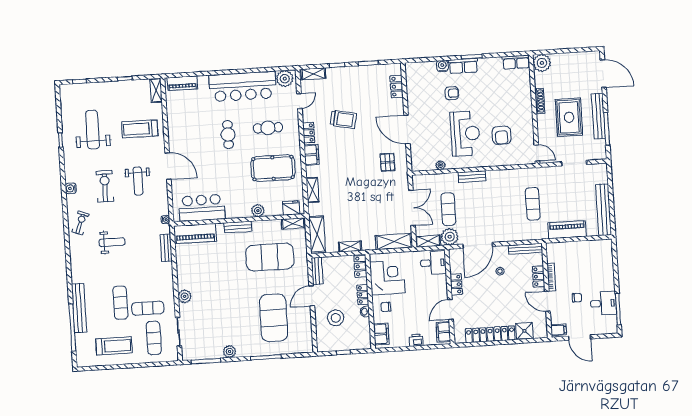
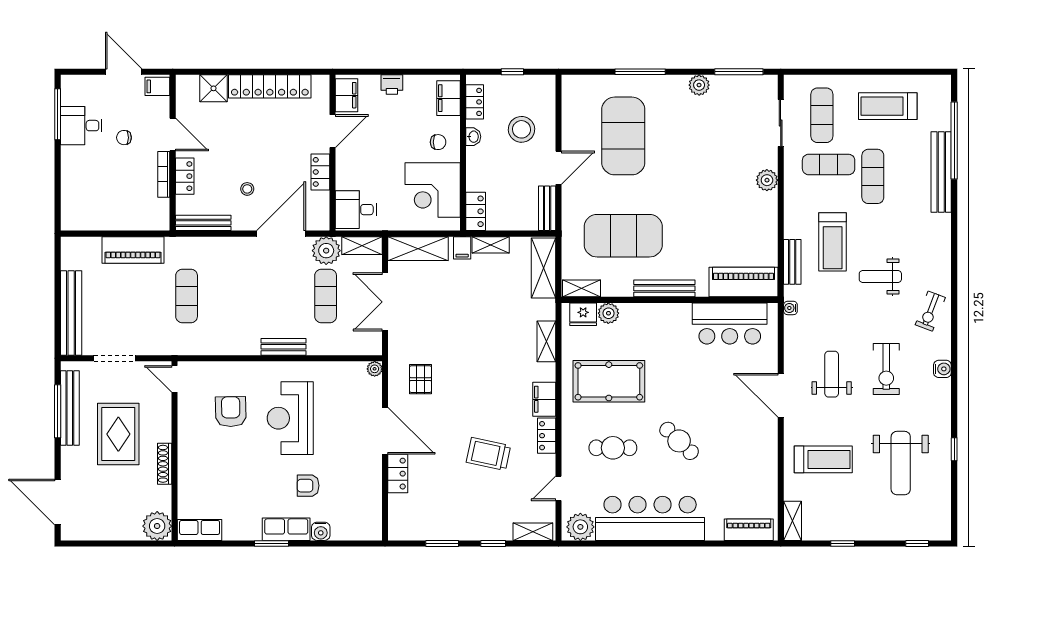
locker: (397, 87) -> (398, 474), moved
bench: (598, 116) -> (70, 408), moved
cafe table: (228, 135) -> (679, 441), turned -46
plant: (441, 165) -> (375, 369), moved
bench: (604, 210) -> (71, 313), moved
plant: (258, 211) -> (608, 313), moved
bench: (238, 227) -> (664, 288), width x1.36
filing cabinet: (367, 244) -> (462, 248), added
treadmill: (142, 261) -> (833, 242), added
locker: (363, 295) -> (475, 102), moved

